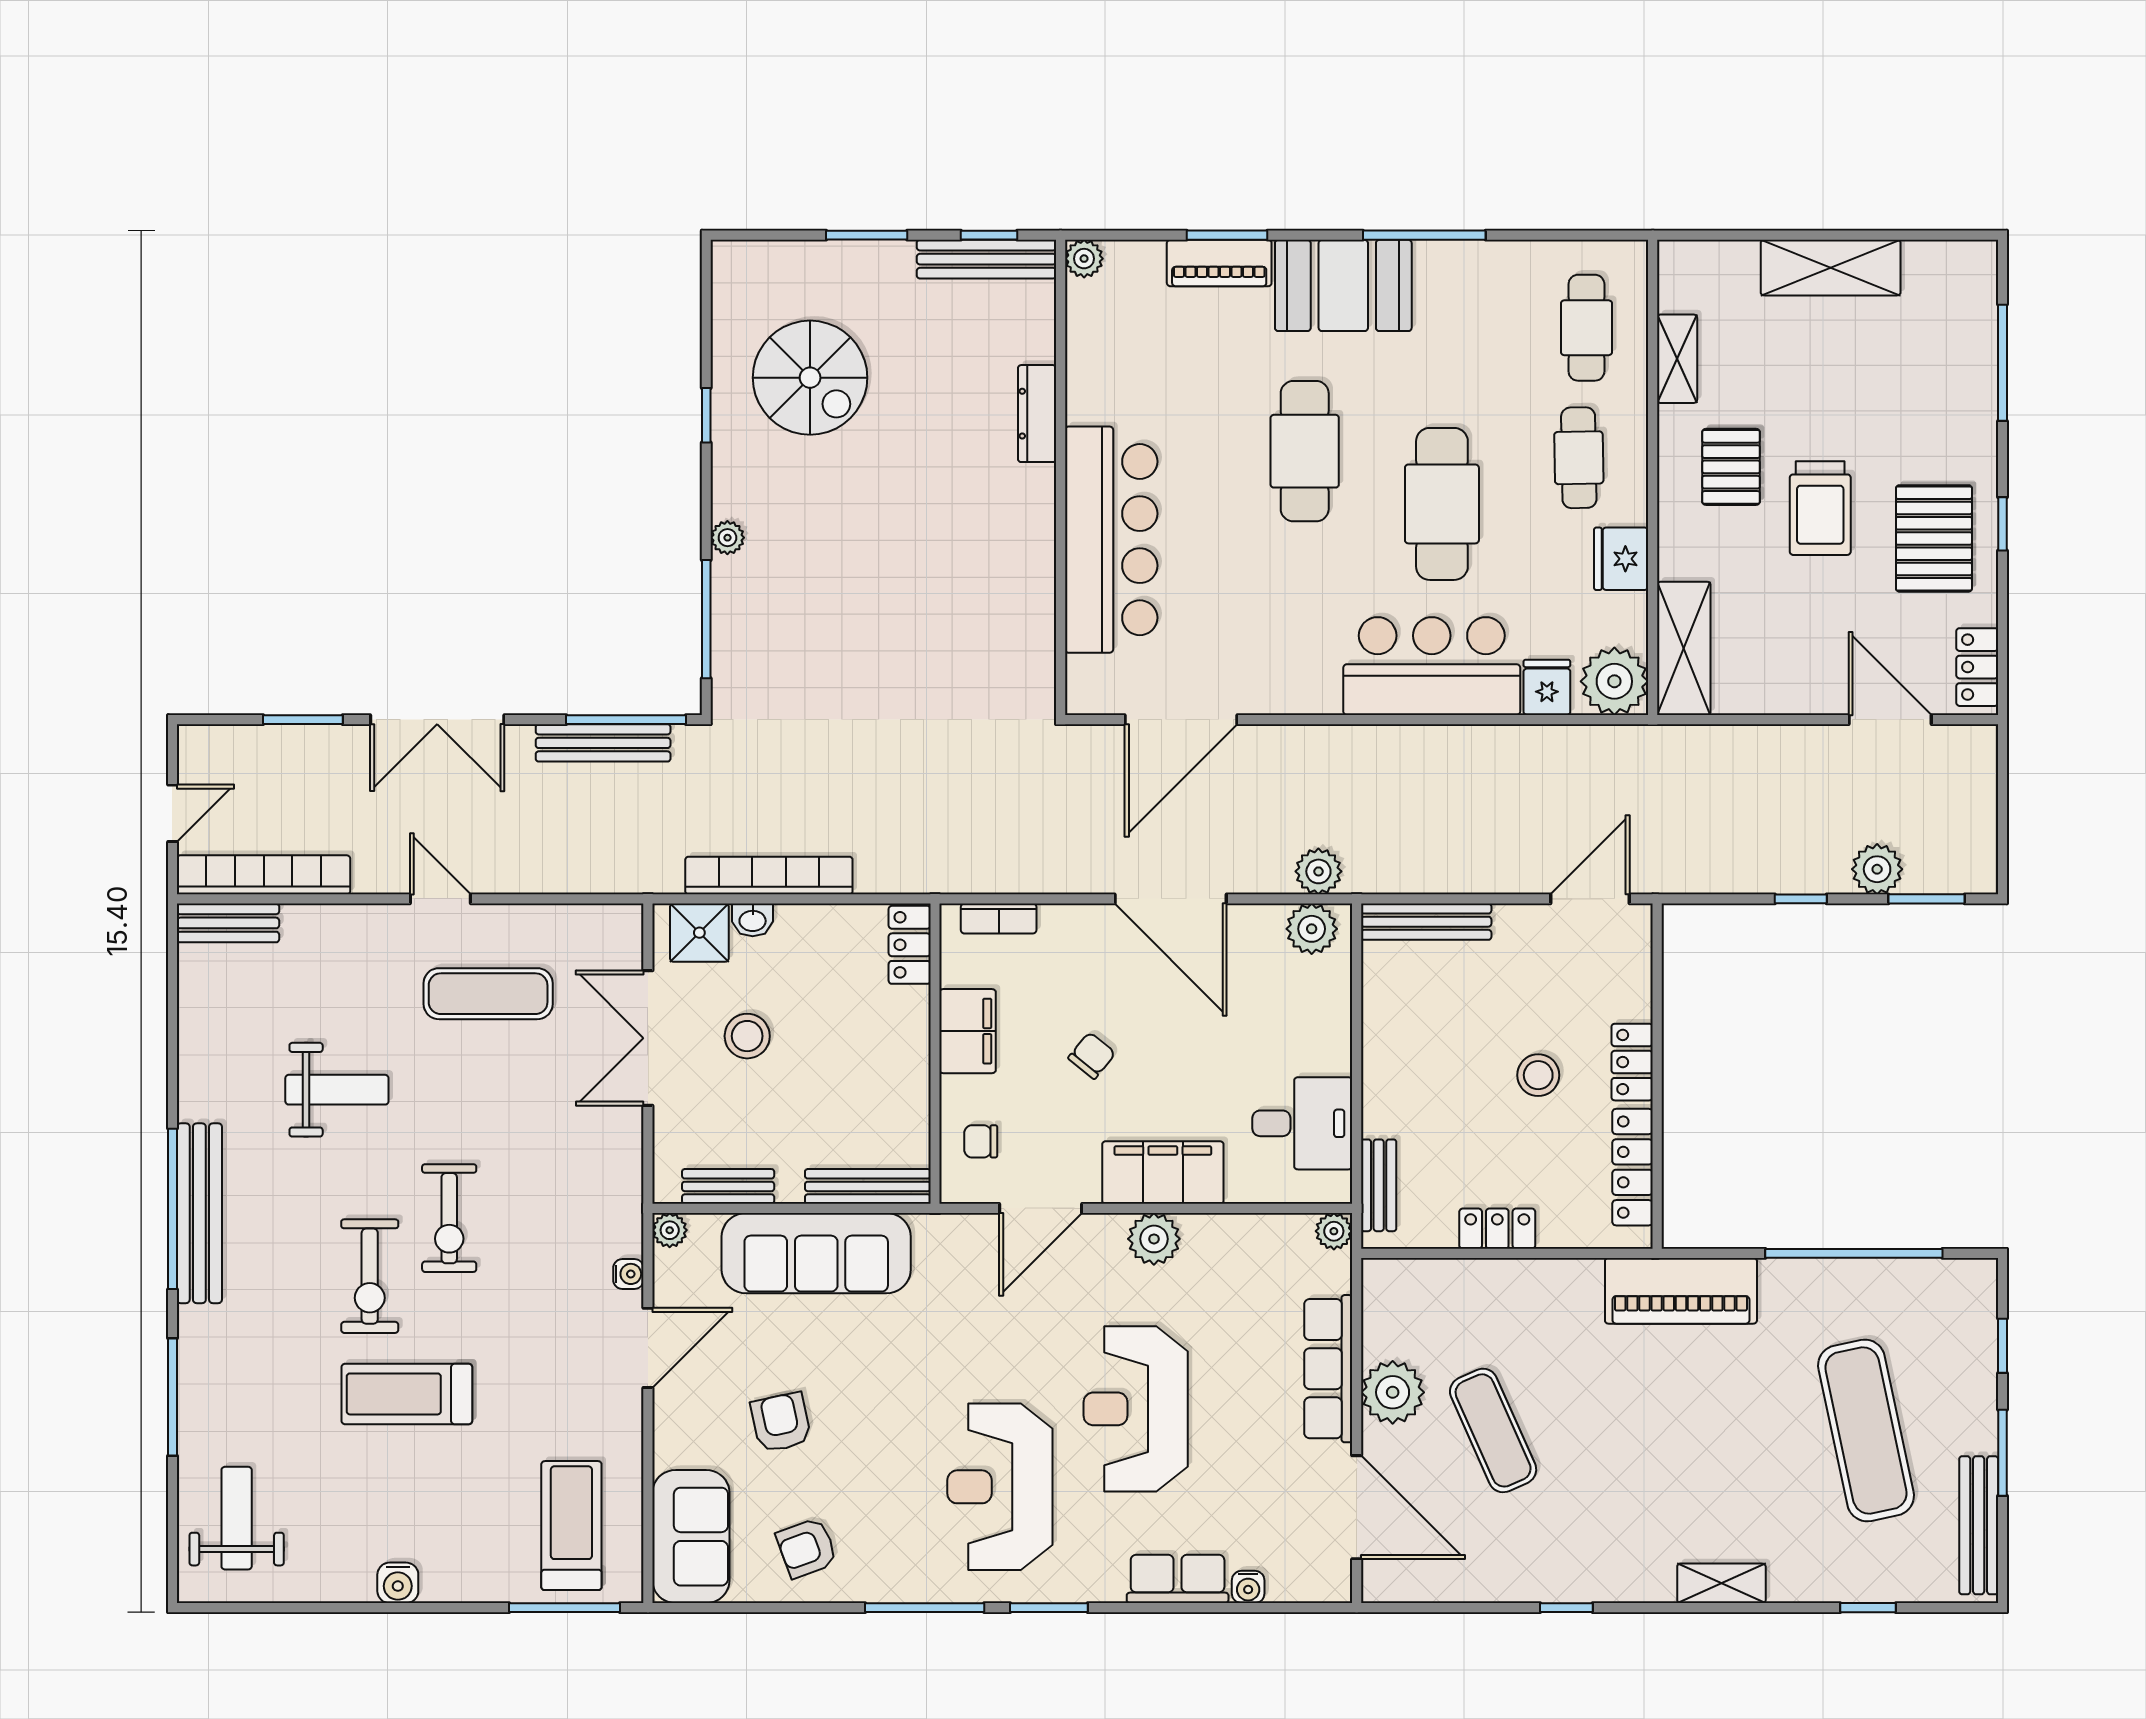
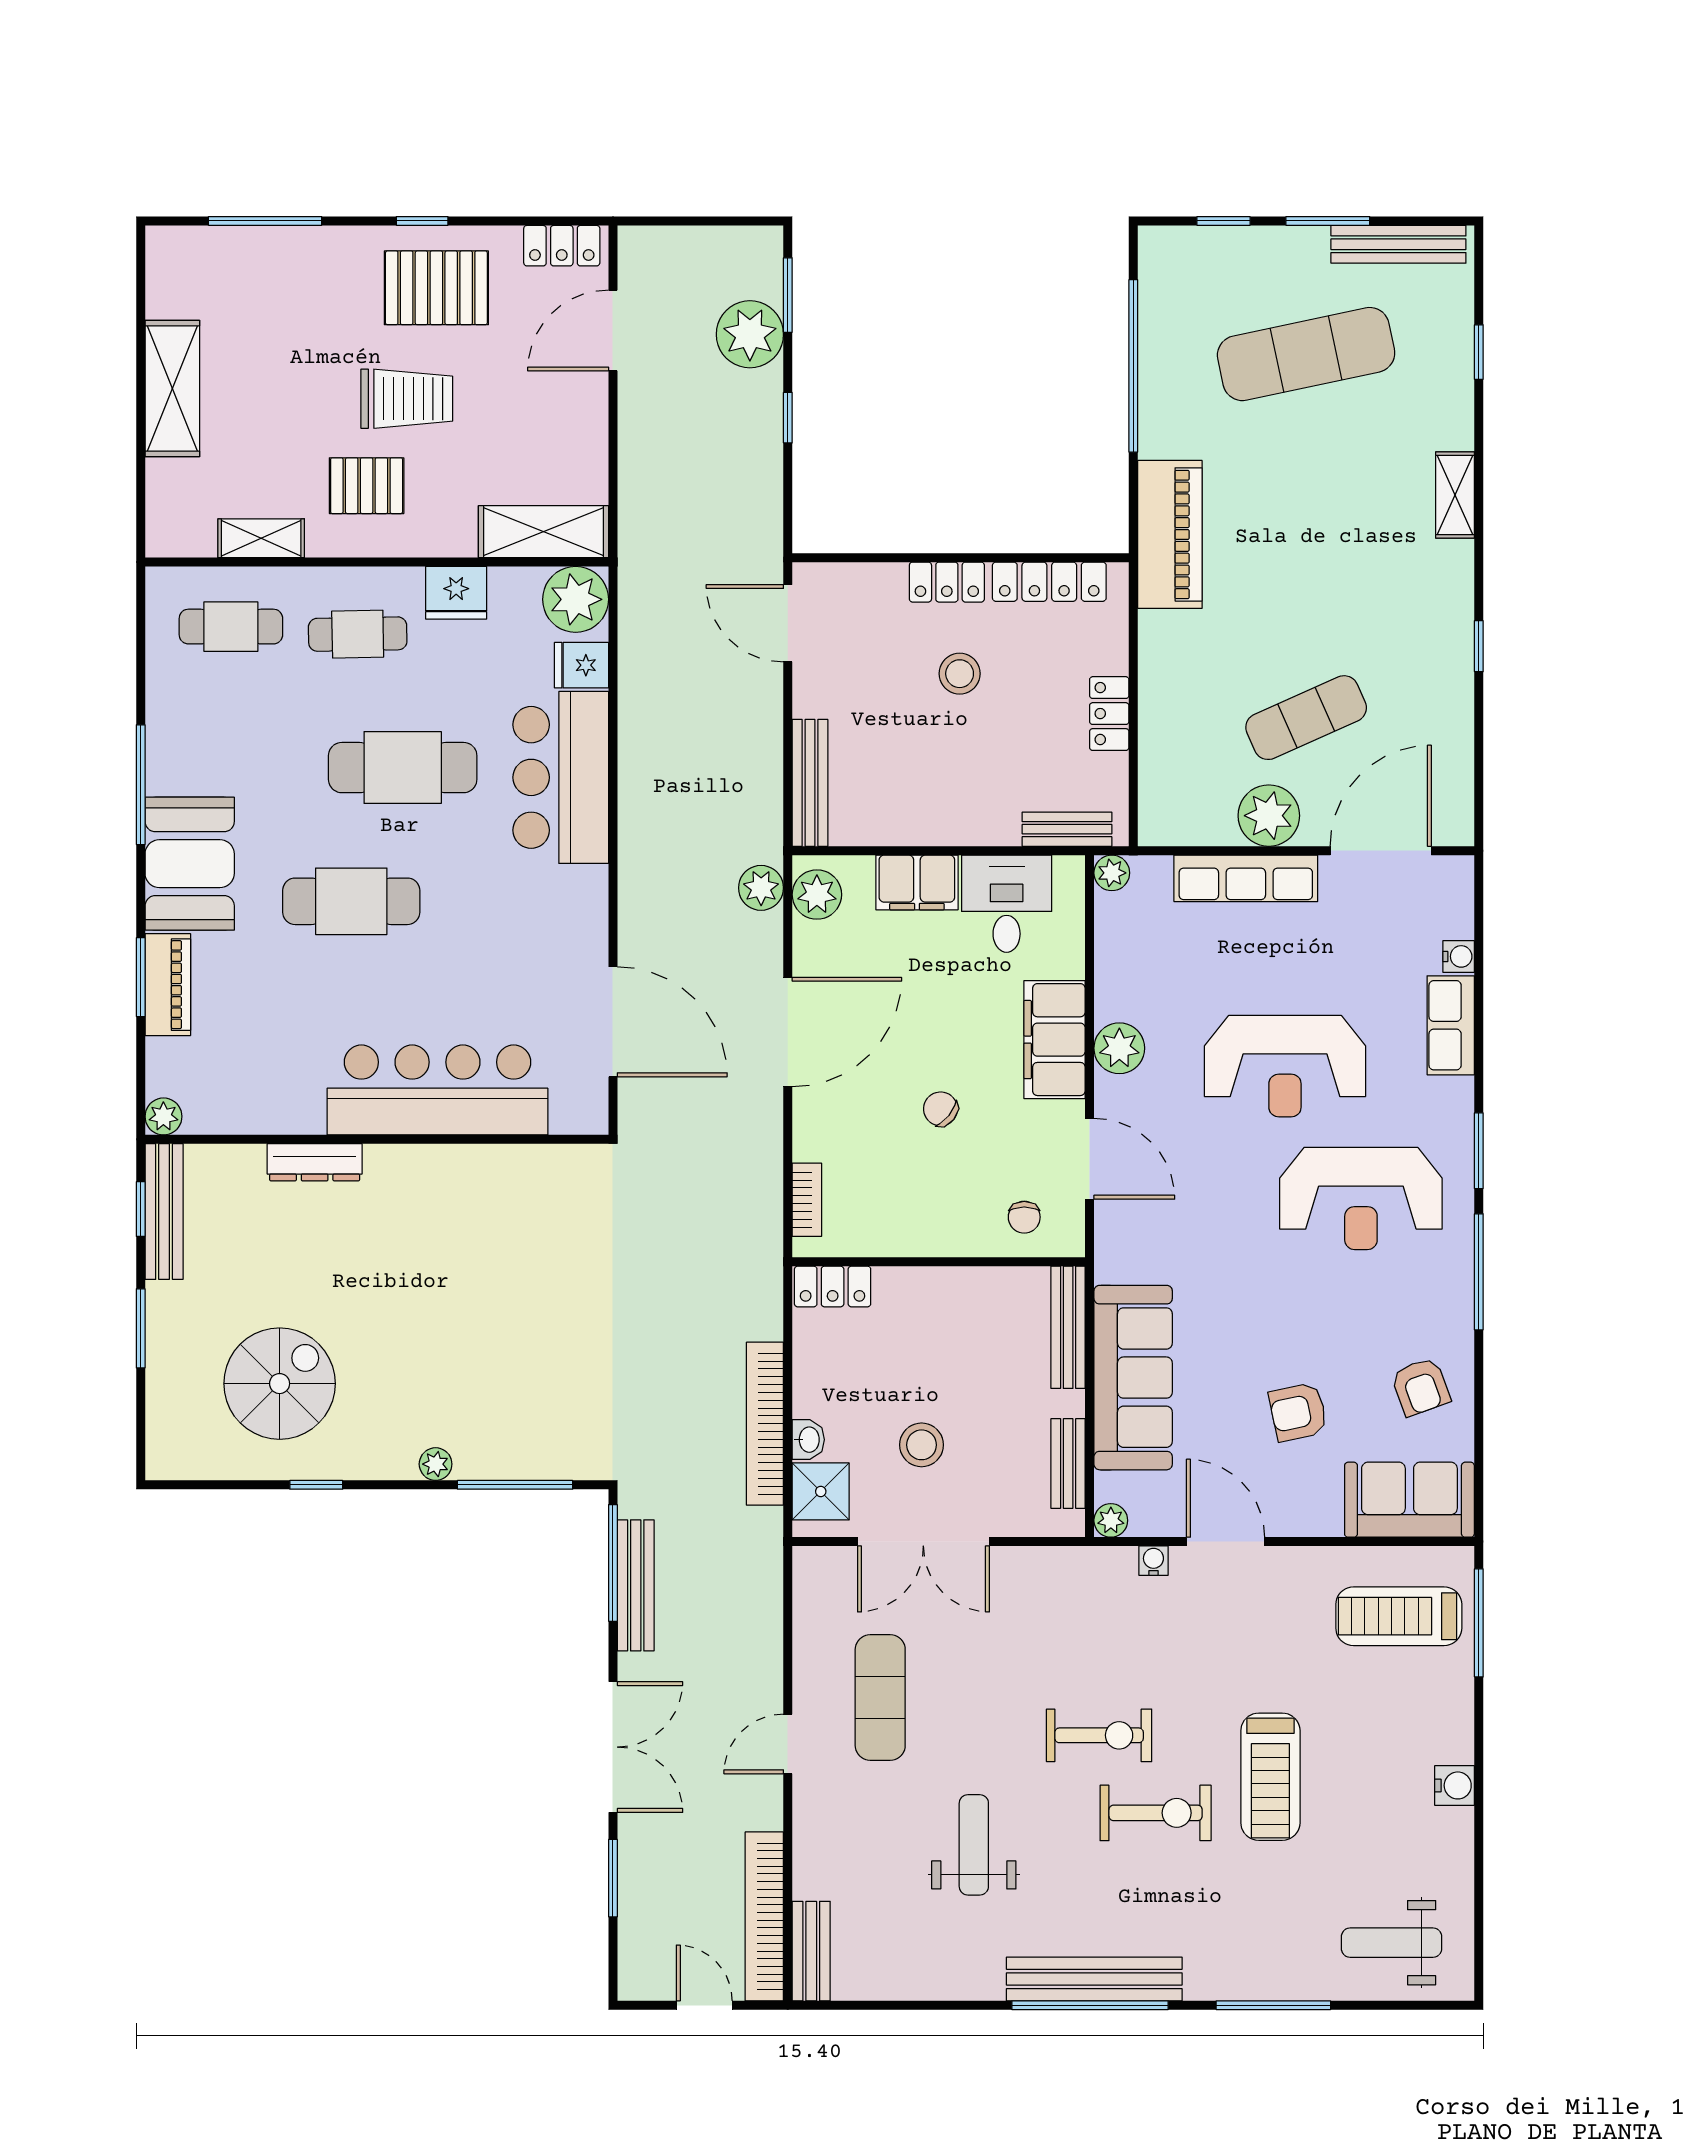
plant: (1877, 869) -> (750, 334), width x1.36, depth x1.36
filing cabinet: (968, 1031) -> (917, 882), moved, turned 180

